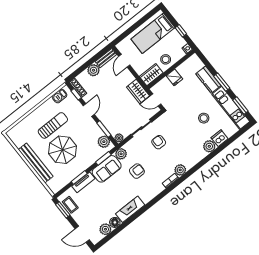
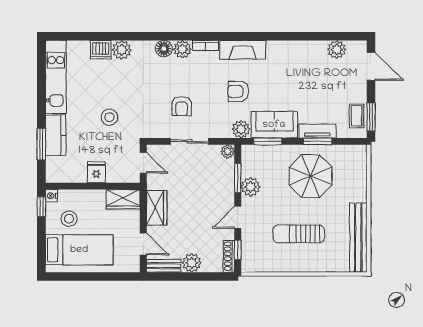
window: (181, 31) -> (41, 207), moved
stool: (166, 59) -> (69, 219), moved
door: (124, 61) -> (143, 244), hinge flipped
window: (222, 82) -> (41, 144), moved
wardrobe: (138, 91) -> (157, 208), moved
barbecue: (60, 96) -> (261, 264), removed
window: (240, 105) -> (41, 70), removed
stool: (204, 118) -> (109, 117), moved
plant: (104, 142) -> (251, 187), moved
parasol: (62, 150) -> (310, 176), moved
bench: (36, 163) -> (358, 238), moved
fireplace: (130, 209) -> (243, 50), moved
floor lamp: (115, 222) -> (164, 49), moved

